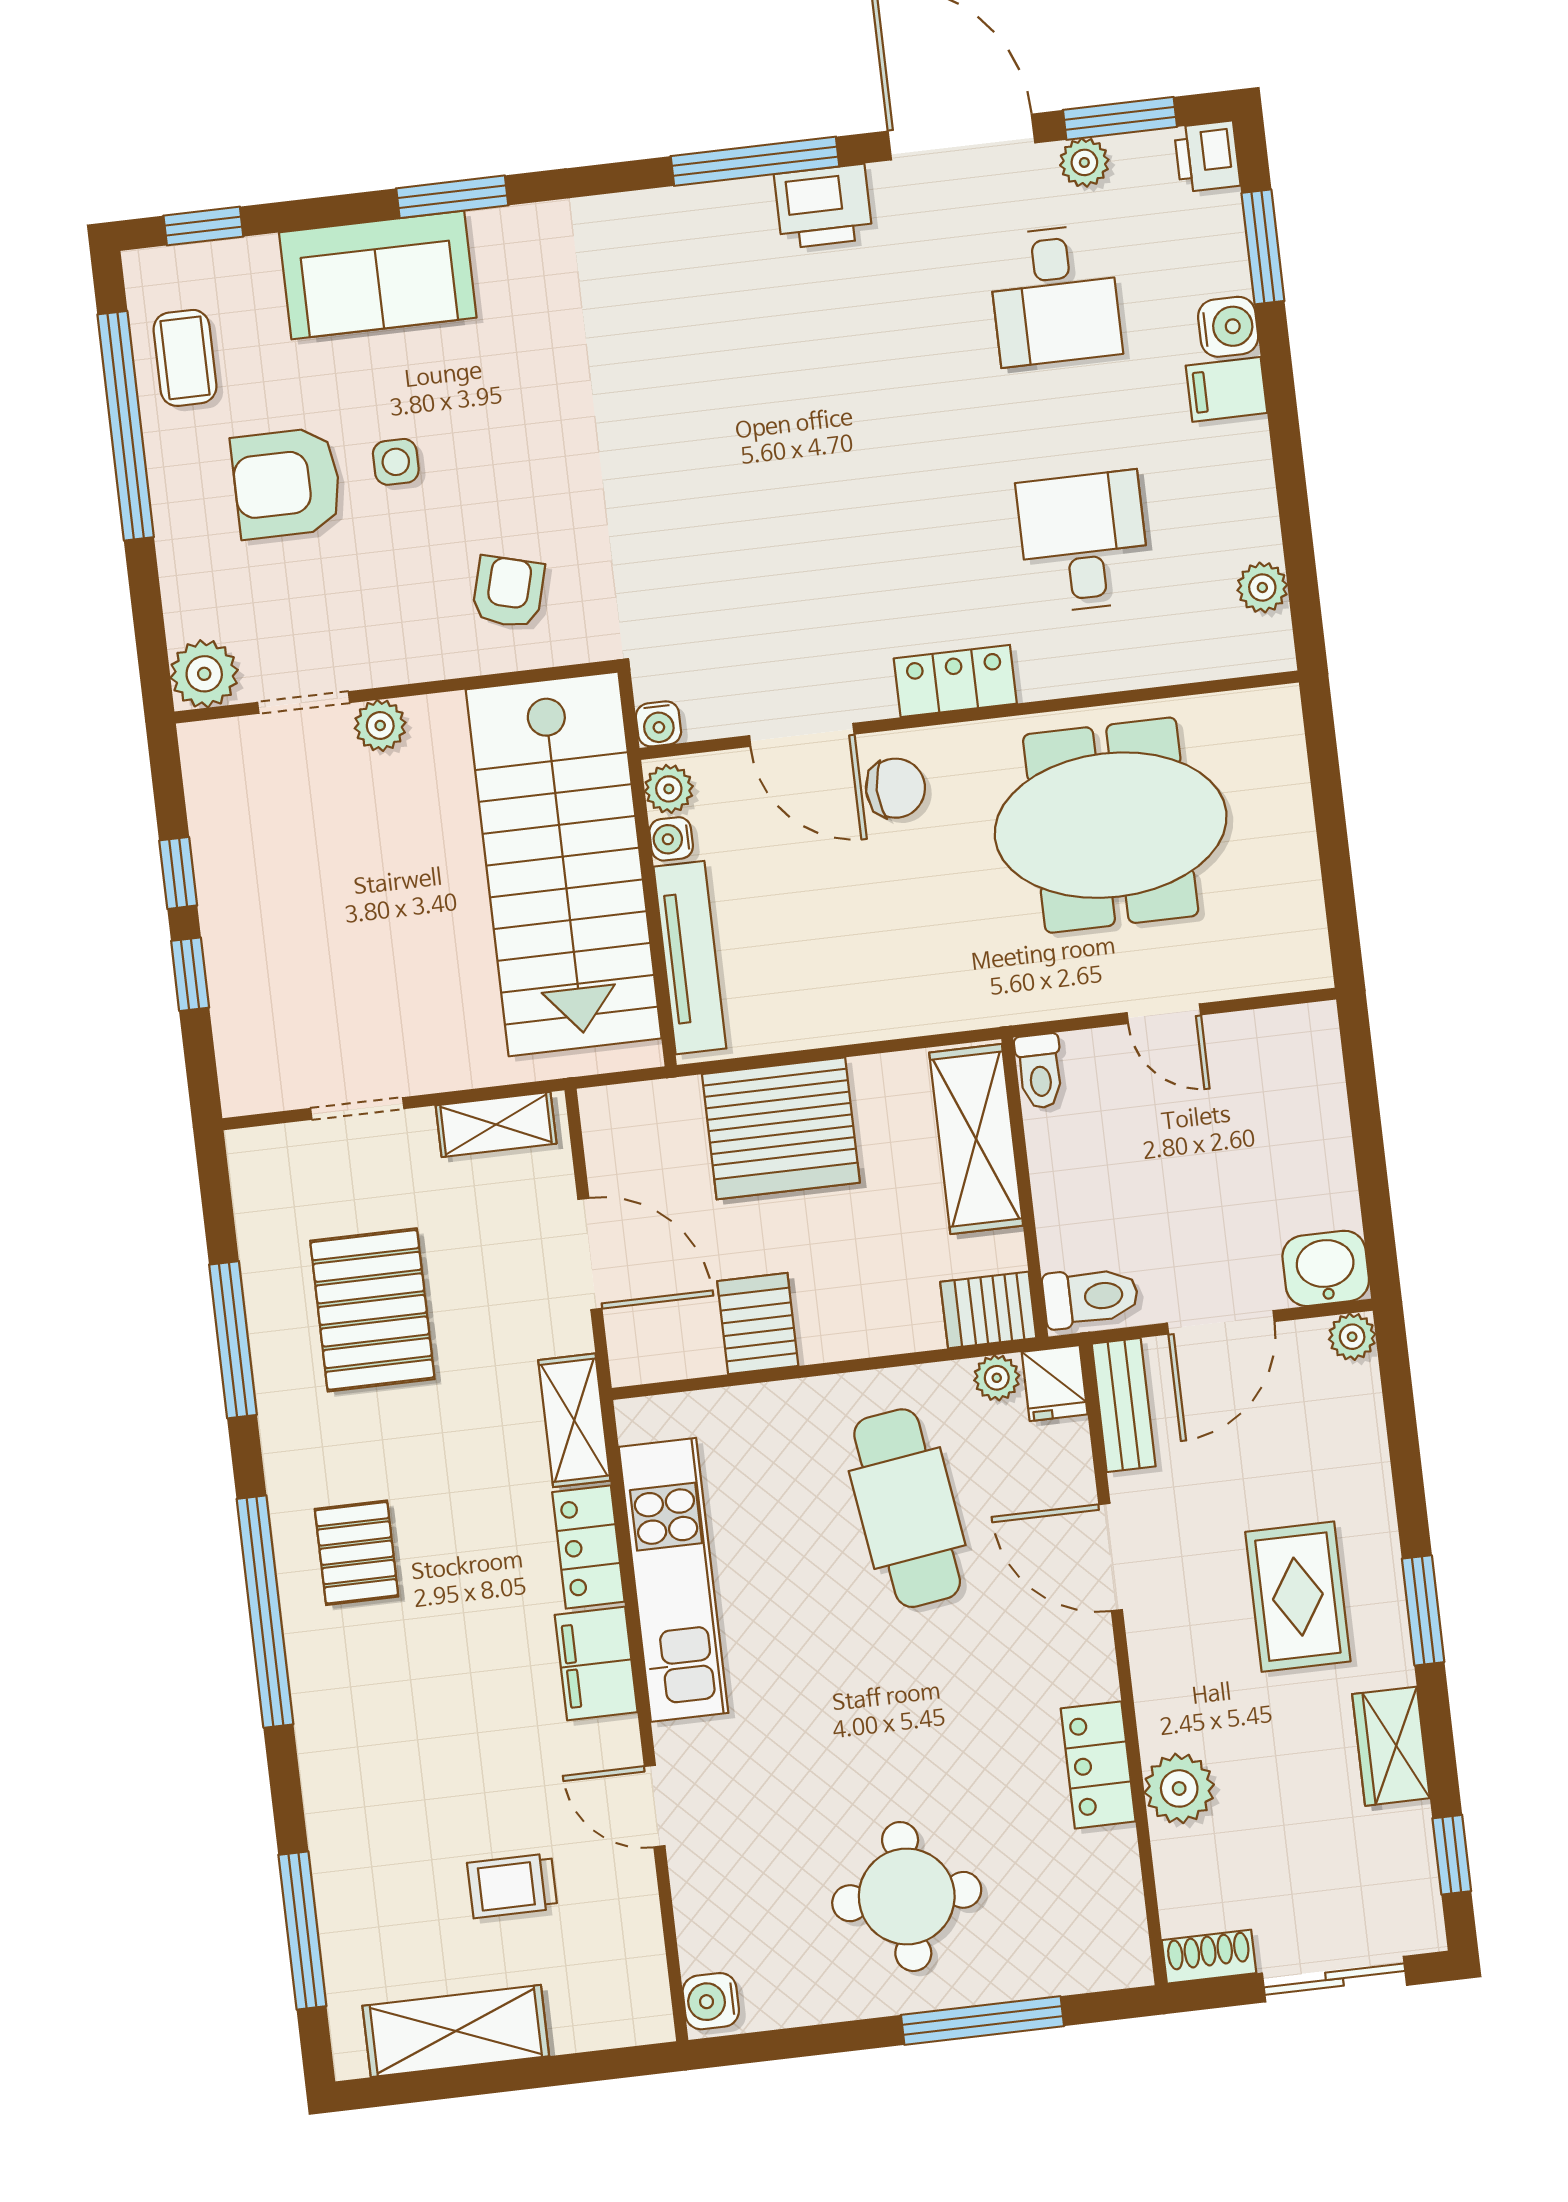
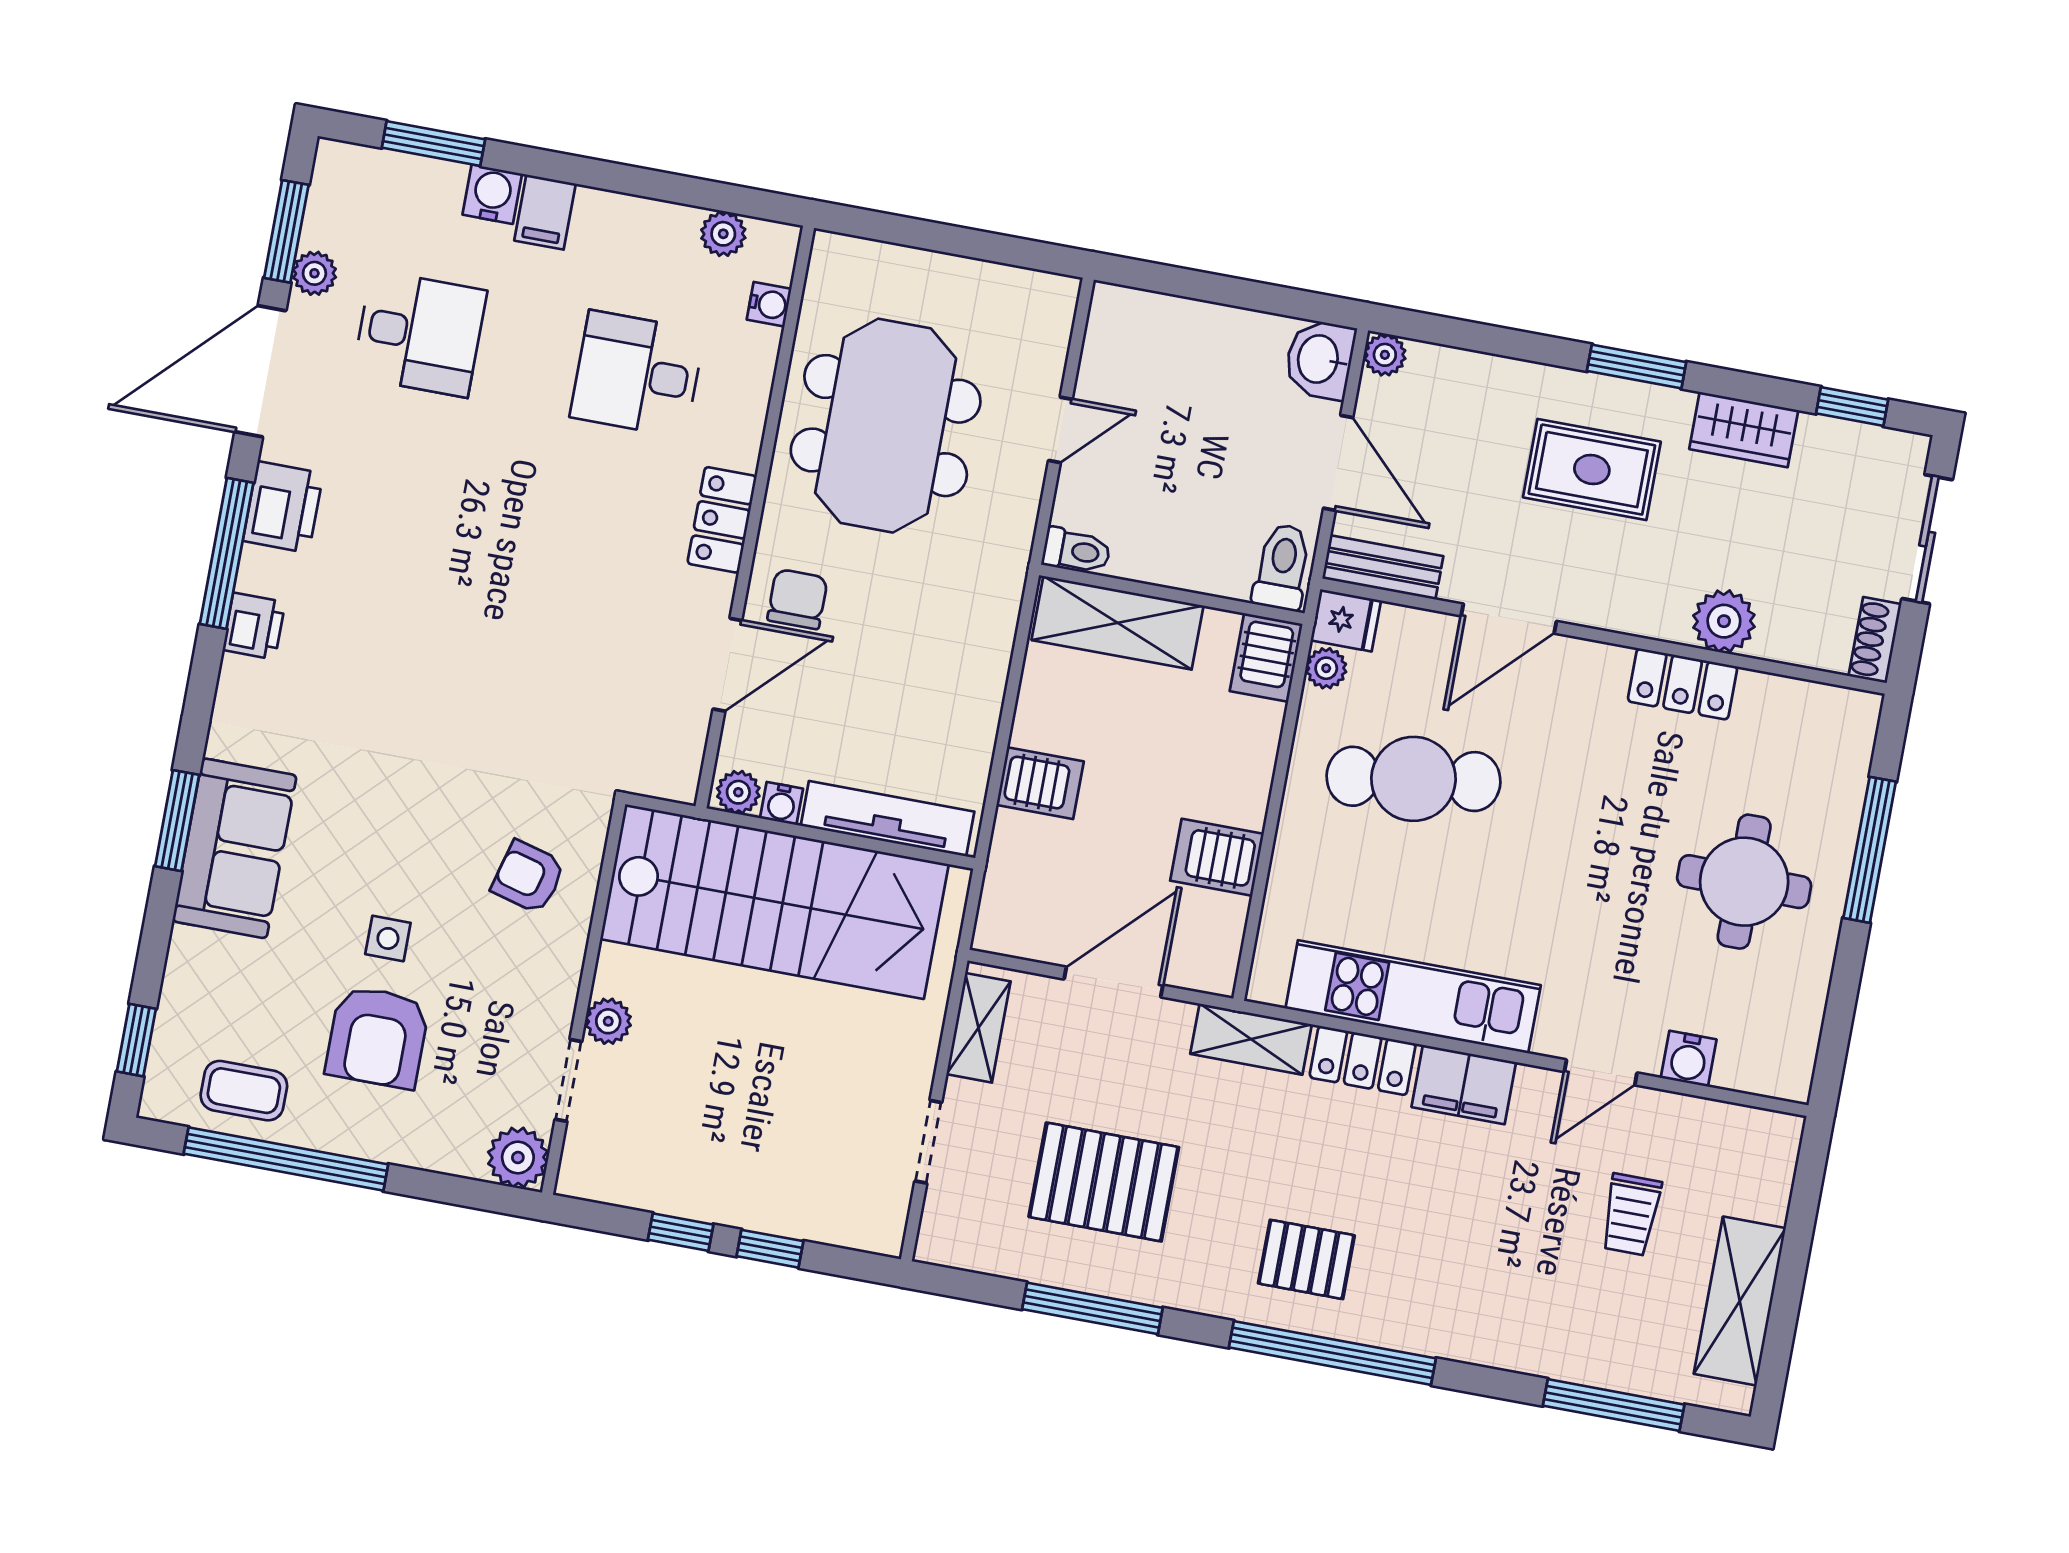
printer: (1207, 156) -> (254, 626), moved, turned -90
sofa: (378, 275) -> (234, 848), moved
water cooler: (658, 724) -> (769, 304), moved
server rack: (781, 1128) -> (1040, 783), width x0.46, depth x0.70
water cooler: (711, 2001) -> (1689, 1059), moved

